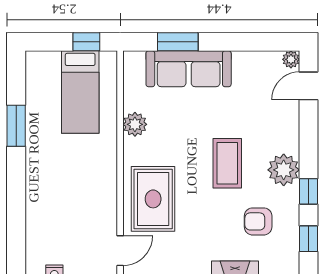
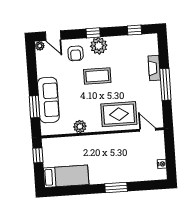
bed: (80, 92) -> (66, 176), moved
window: (16, 126) -> (116, 187), moved
window: (309, 191) -> (93, 33), moved
armchair: (258, 221) -> (76, 53), moved

